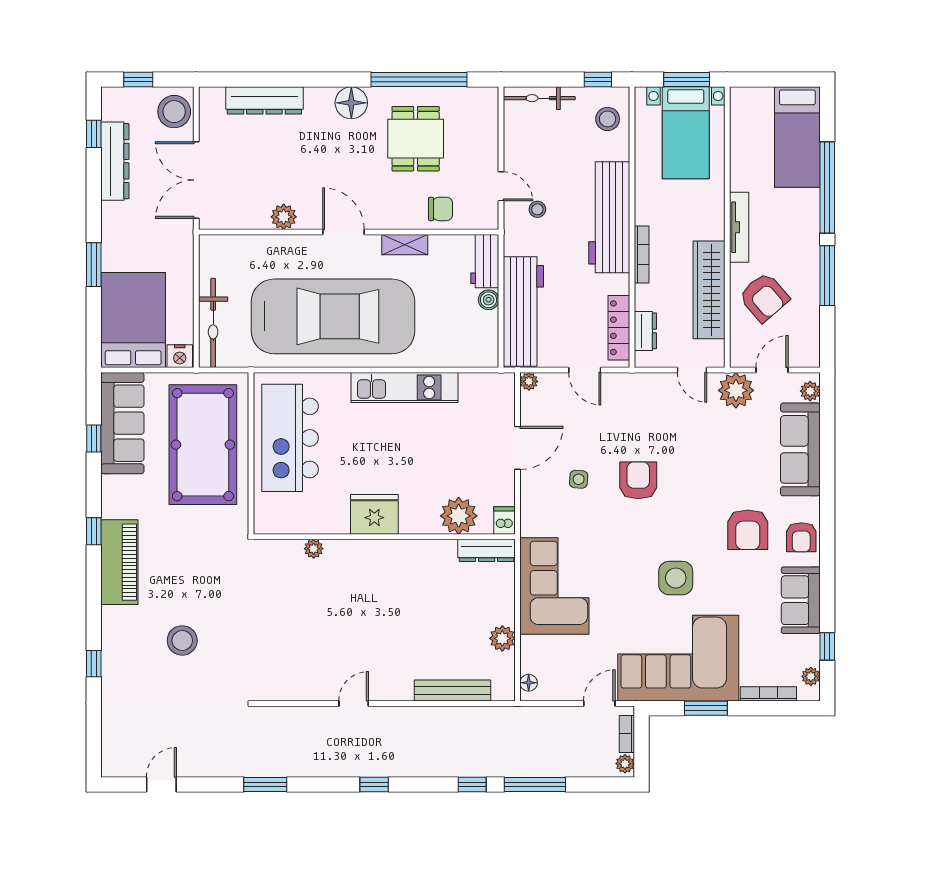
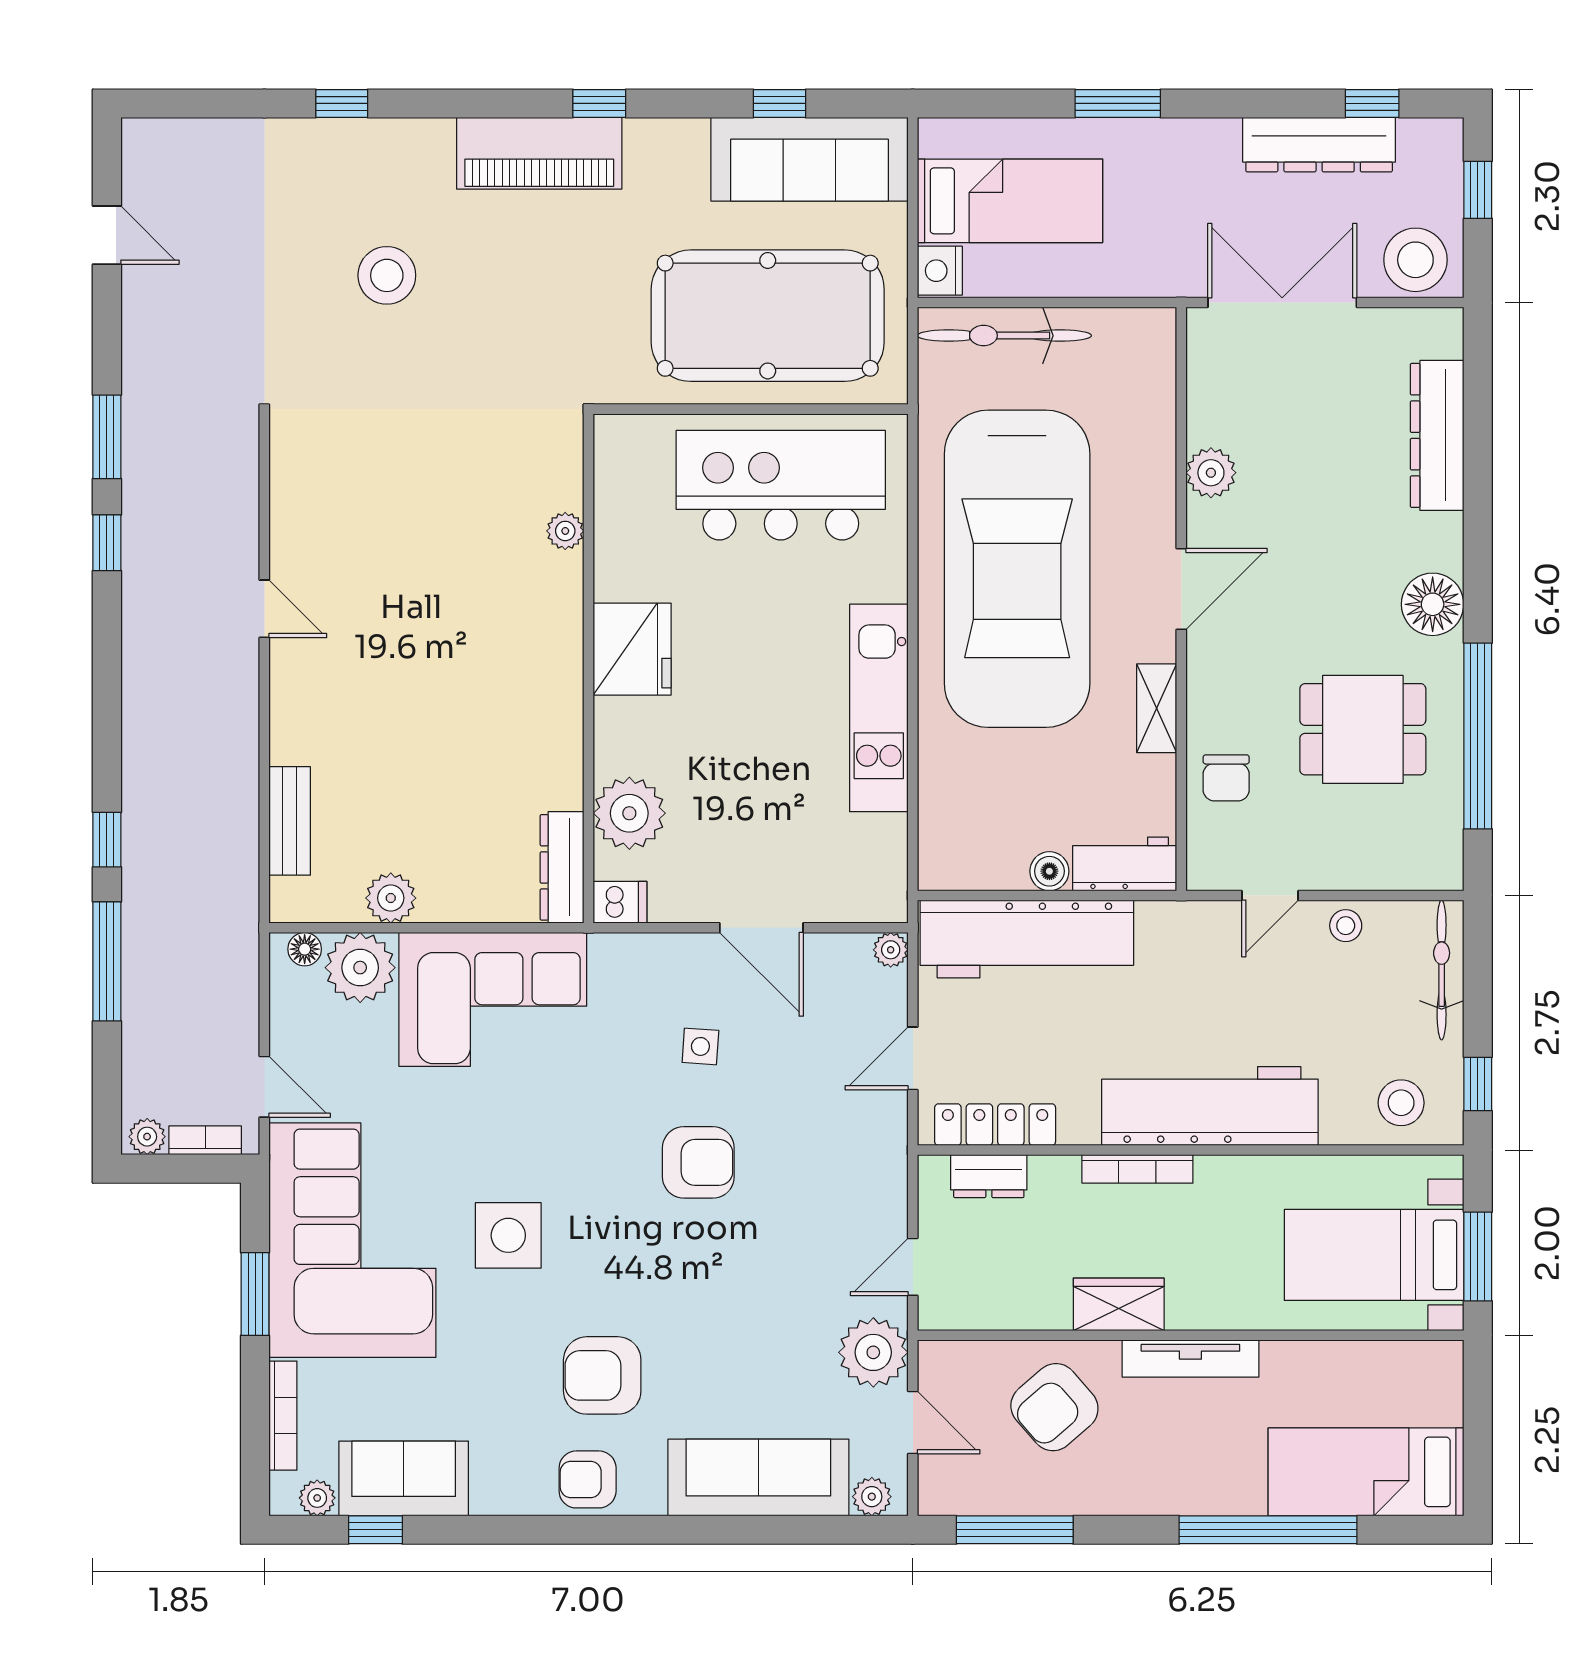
stool: (537, 209) -> (1346, 926), moved
window: (827, 276) -> (1015, 1530), moved
wardrobe: (709, 290) -> (1119, 1304), width x0.48, depth x0.85
bed: (133, 320) -> (1010, 201), width x0.67
sofa: (801, 600) -> (404, 1478), moved
plant: (538, 654) -> (360, 968), added
bench: (453, 690) -> (290, 821), width x0.73
window: (374, 784) -> (107, 543), moved

